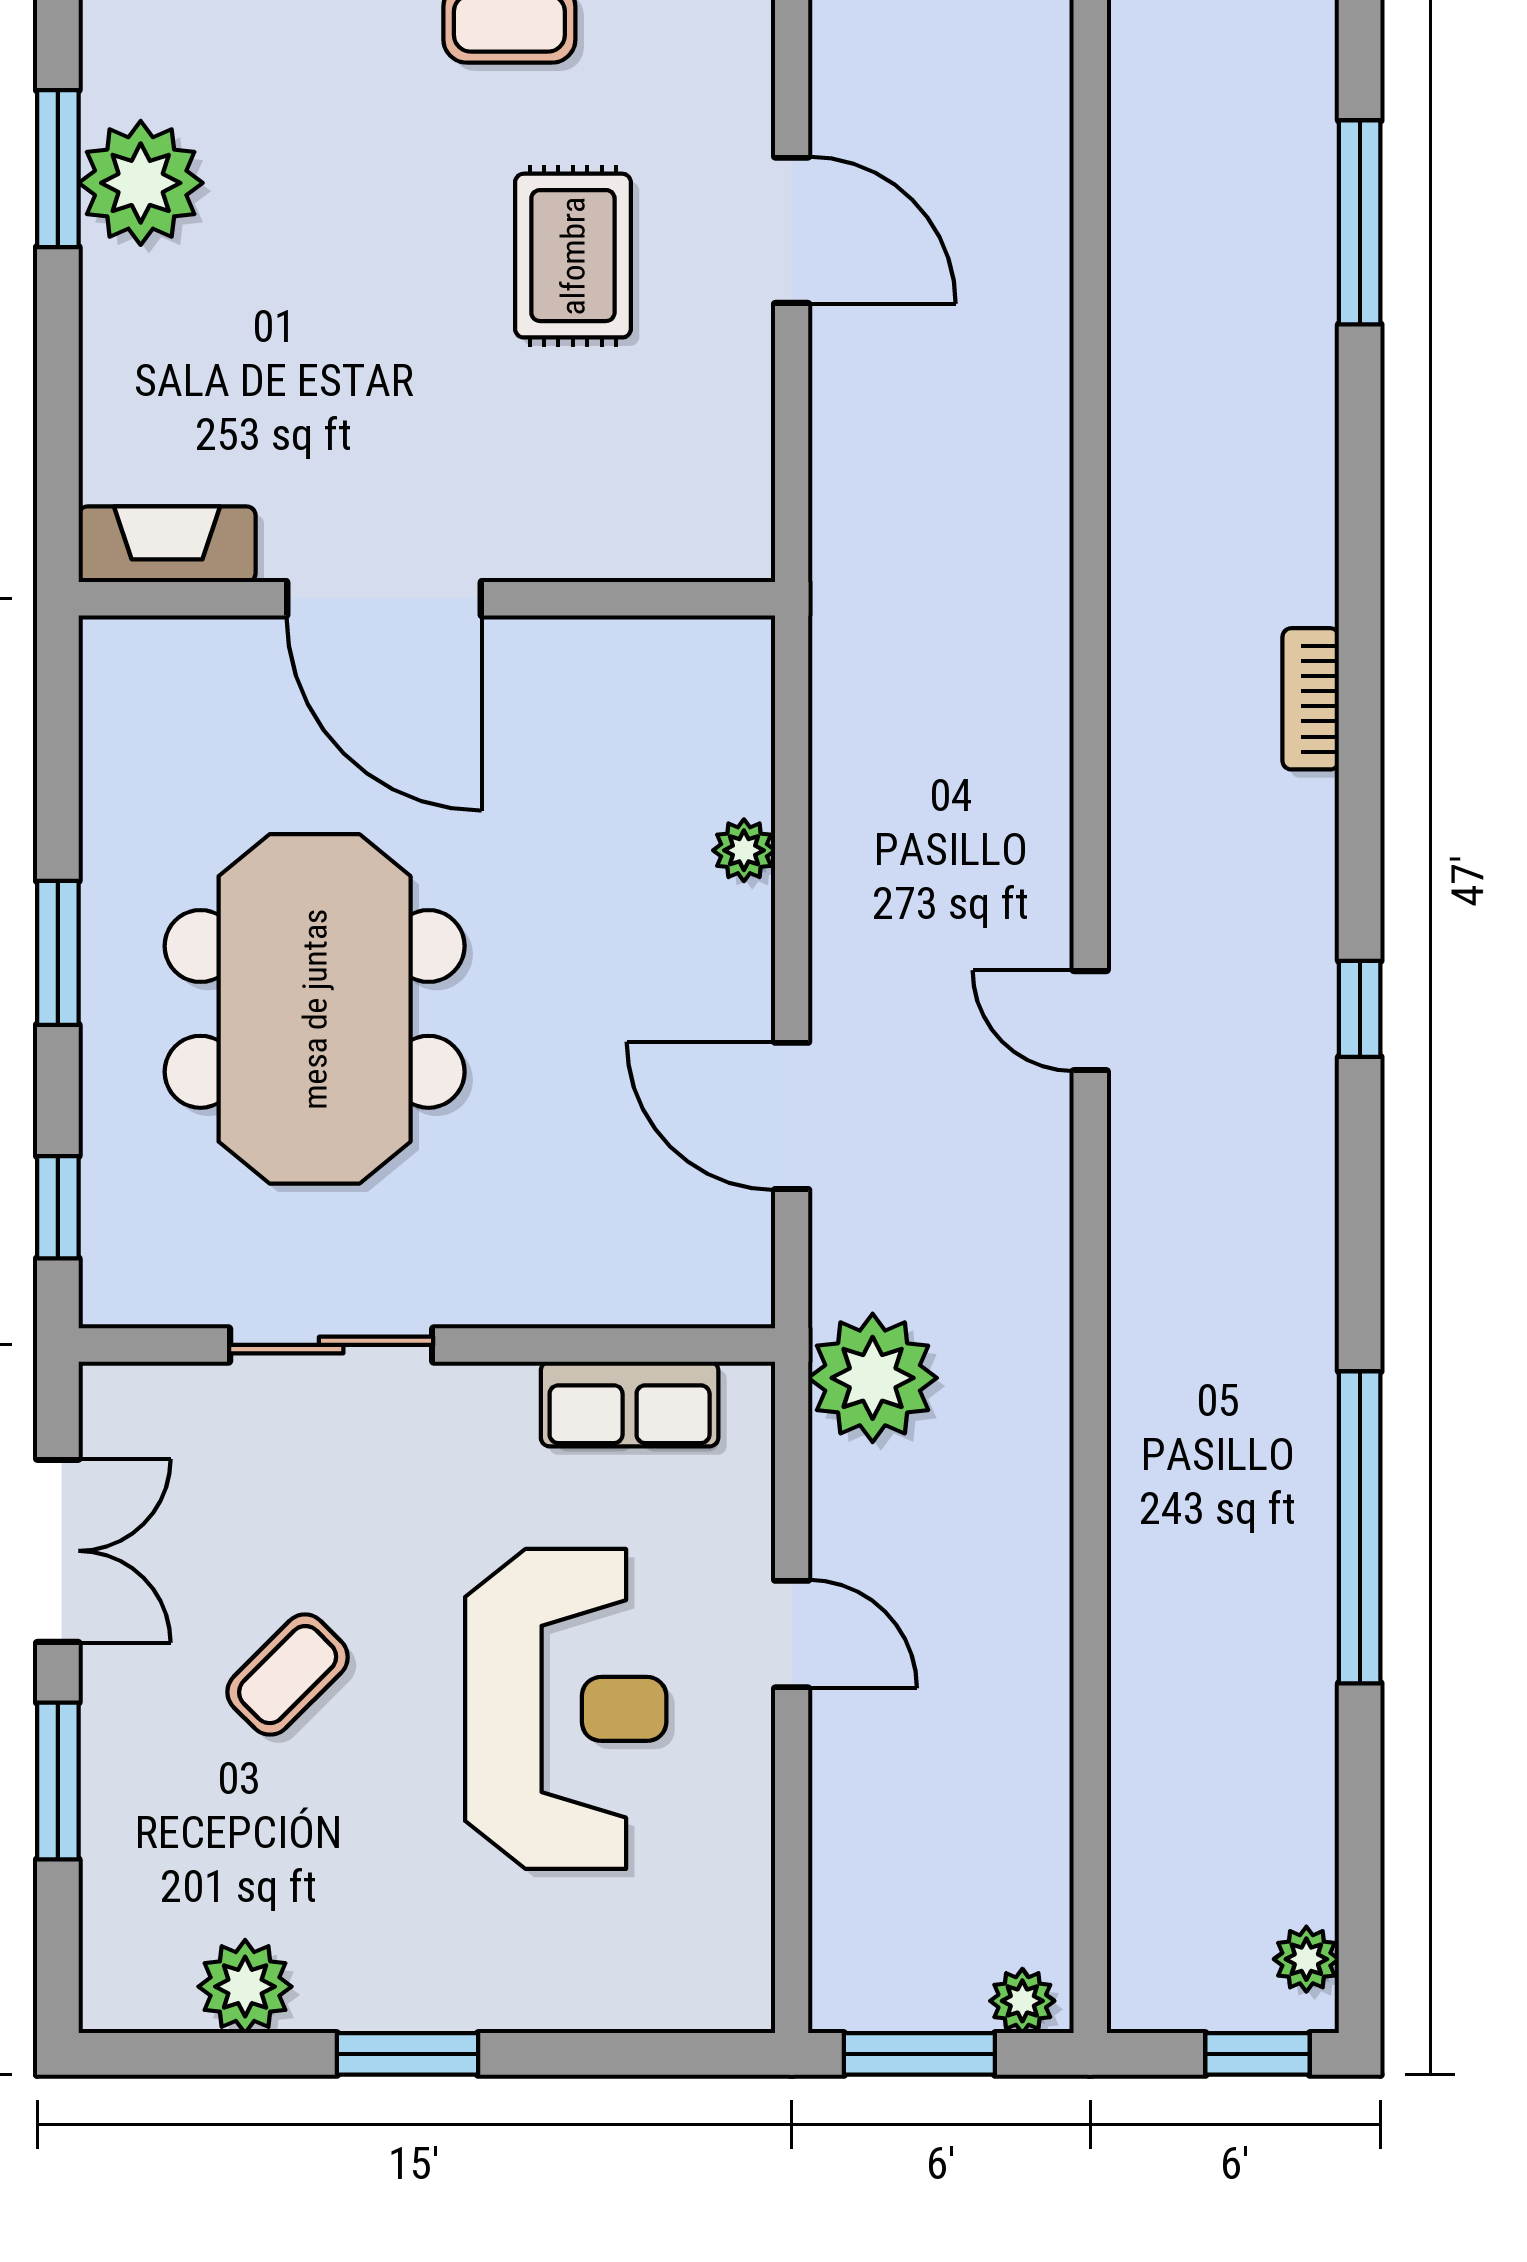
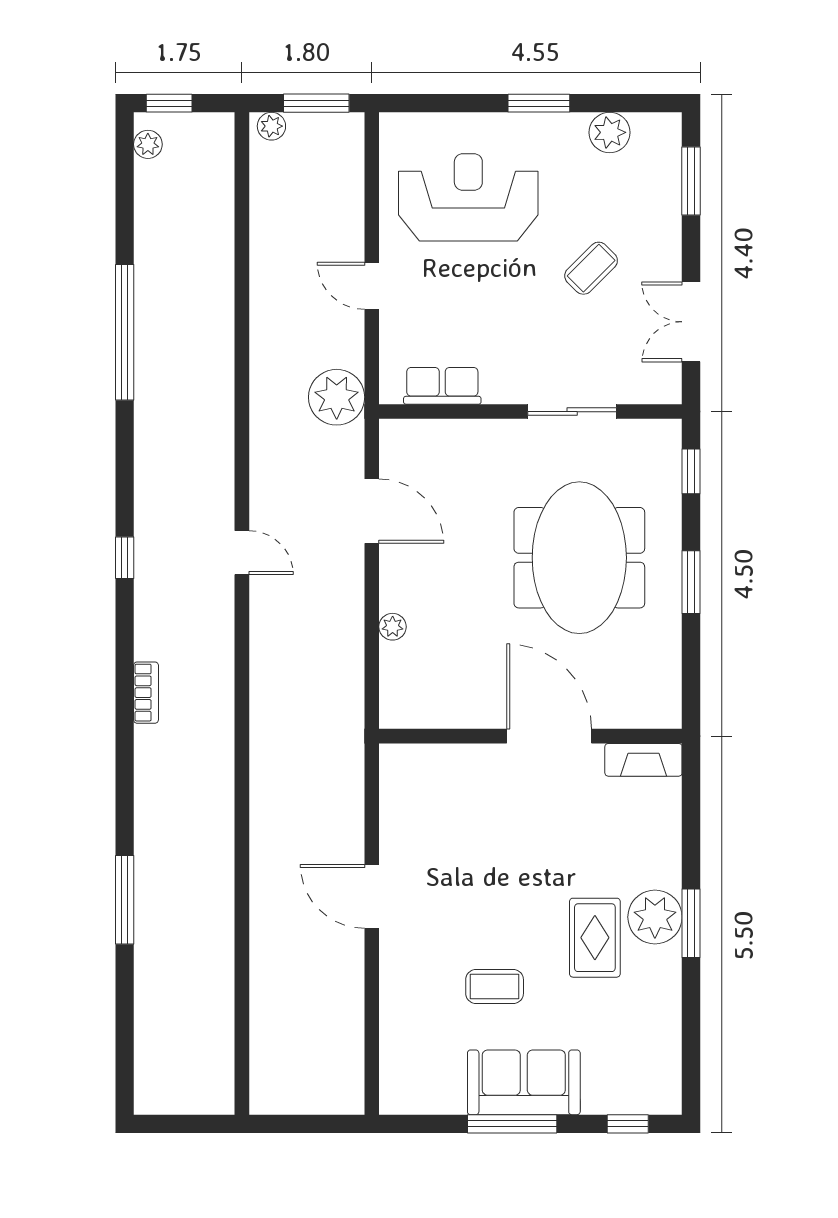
rug: (573, 256) -> (595, 938), moved
reception desk: (566, 1709) -> (468, 197), moved, turned 90
window: (58, 1781) -> (691, 181), moved

